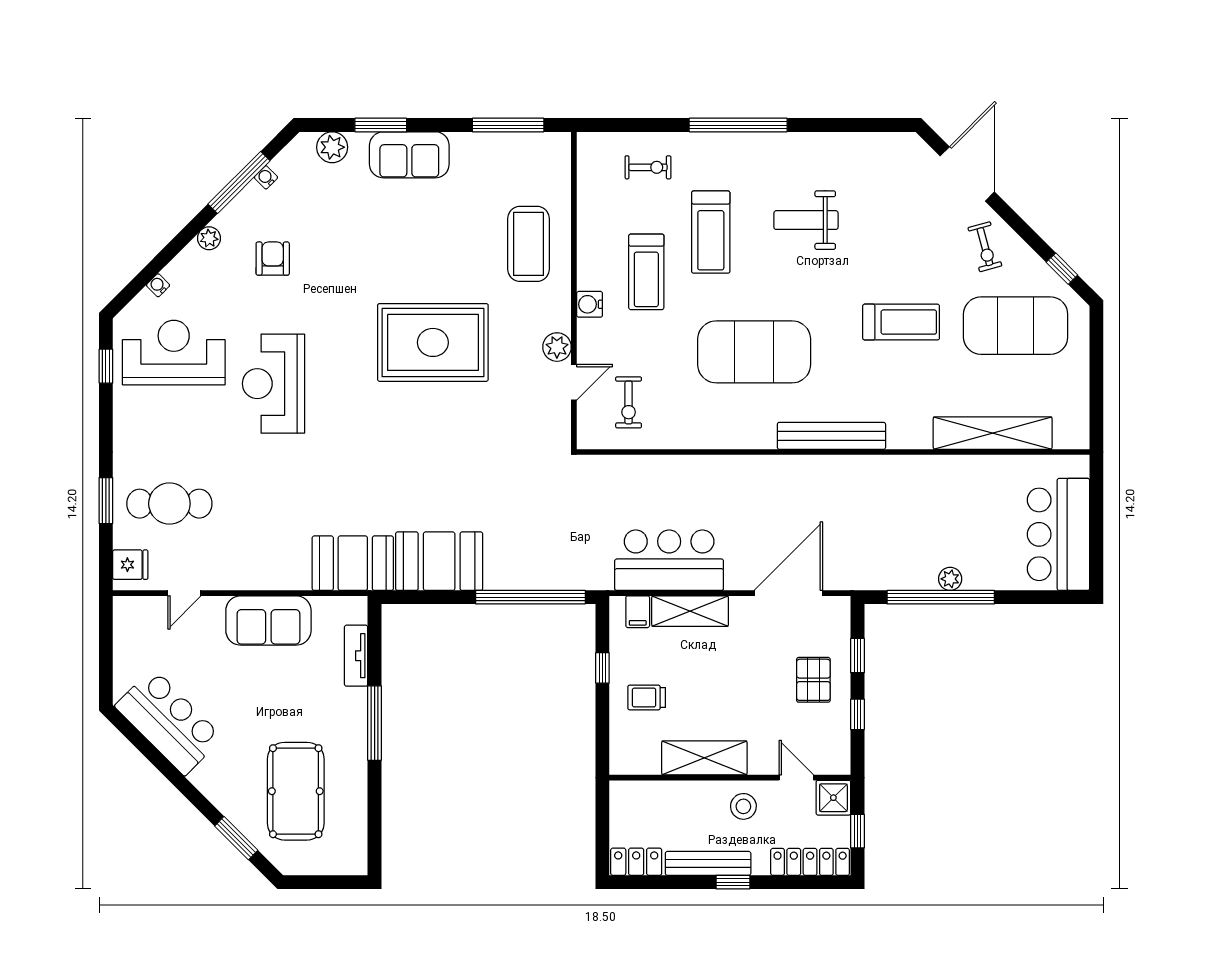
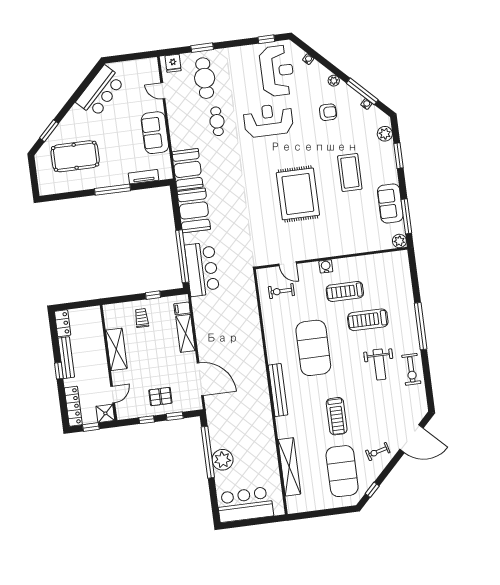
sofa: (409, 155) -> (390, 203), moved
exercise bike: (648, 167) -> (411, 369), moved, width x1.38, depth x1.39
weight bench: (806, 220) -> (379, 364), turned 180
coffee table: (529, 244) -> (350, 172), moved, turned 90
plant: (557, 347) -> (399, 241), moved
cafe table: (262, 490) -> (217, 121), added
bar counter: (669, 560) -> (202, 269), moved
plant: (950, 579) -> (223, 460), width x1.88, depth x1.88
stool: (743, 806) -> (96, 371), removed

